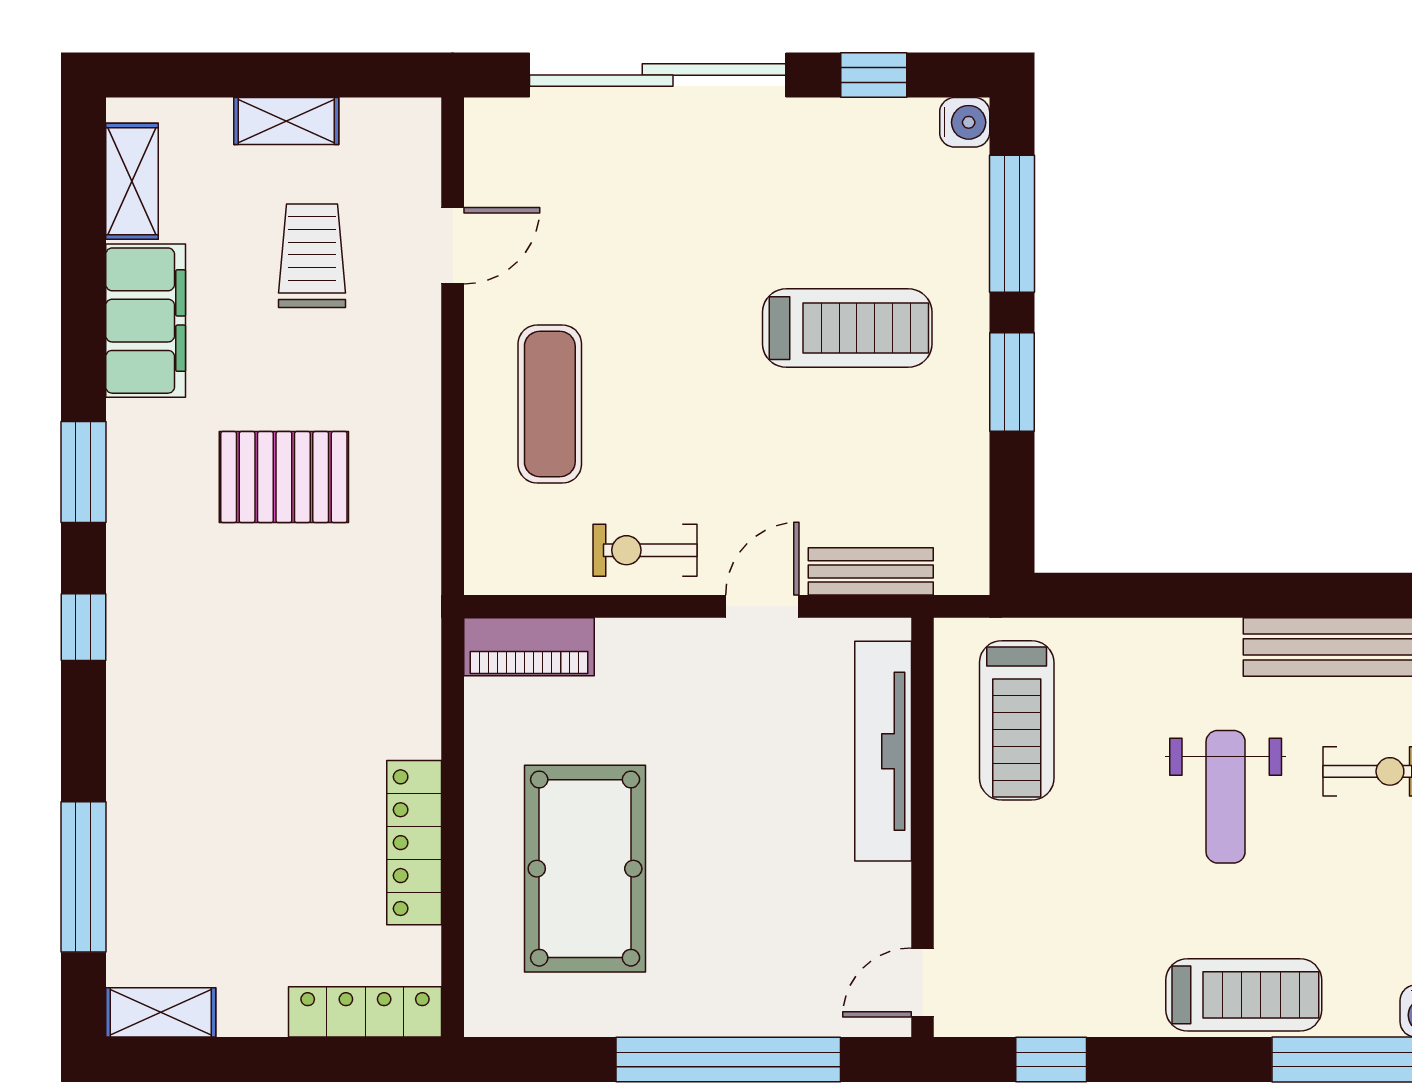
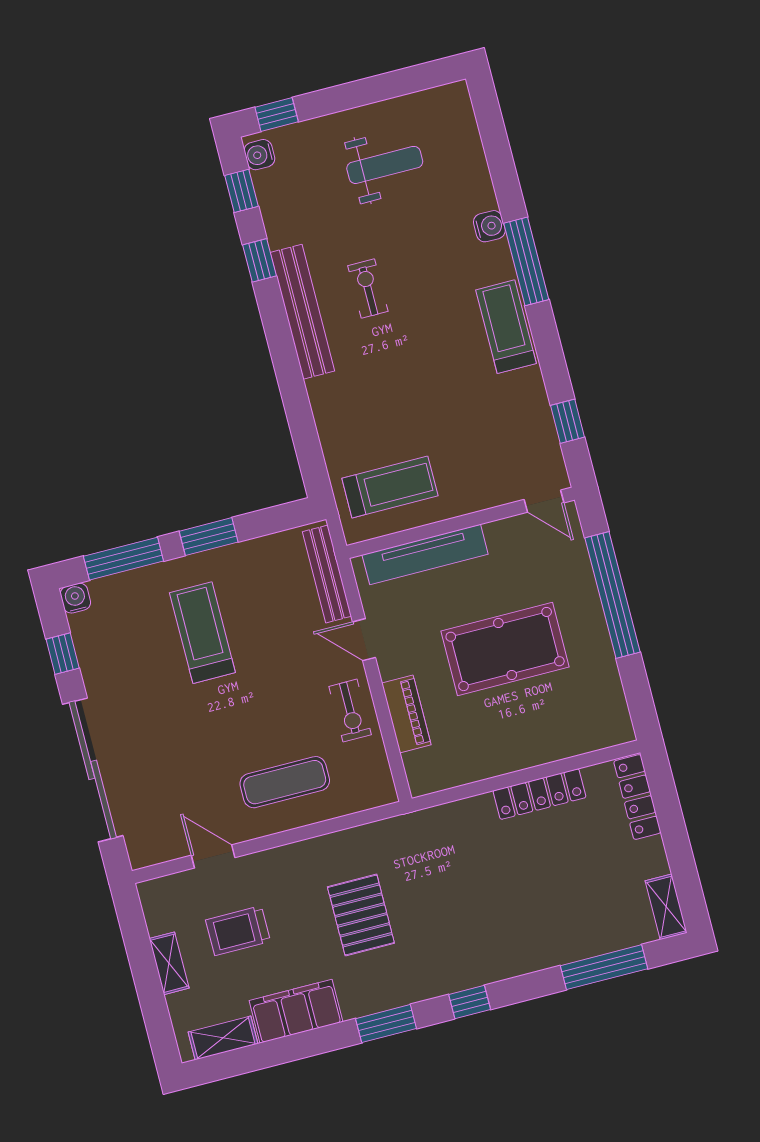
bench: (871, 571) -> (327, 574), width x1.36
piano: (529, 647) -> (406, 714), moved
weight bench: (1226, 797) -> (402, 364), removed
pool table: (585, 869) -> (505, 649), moved

